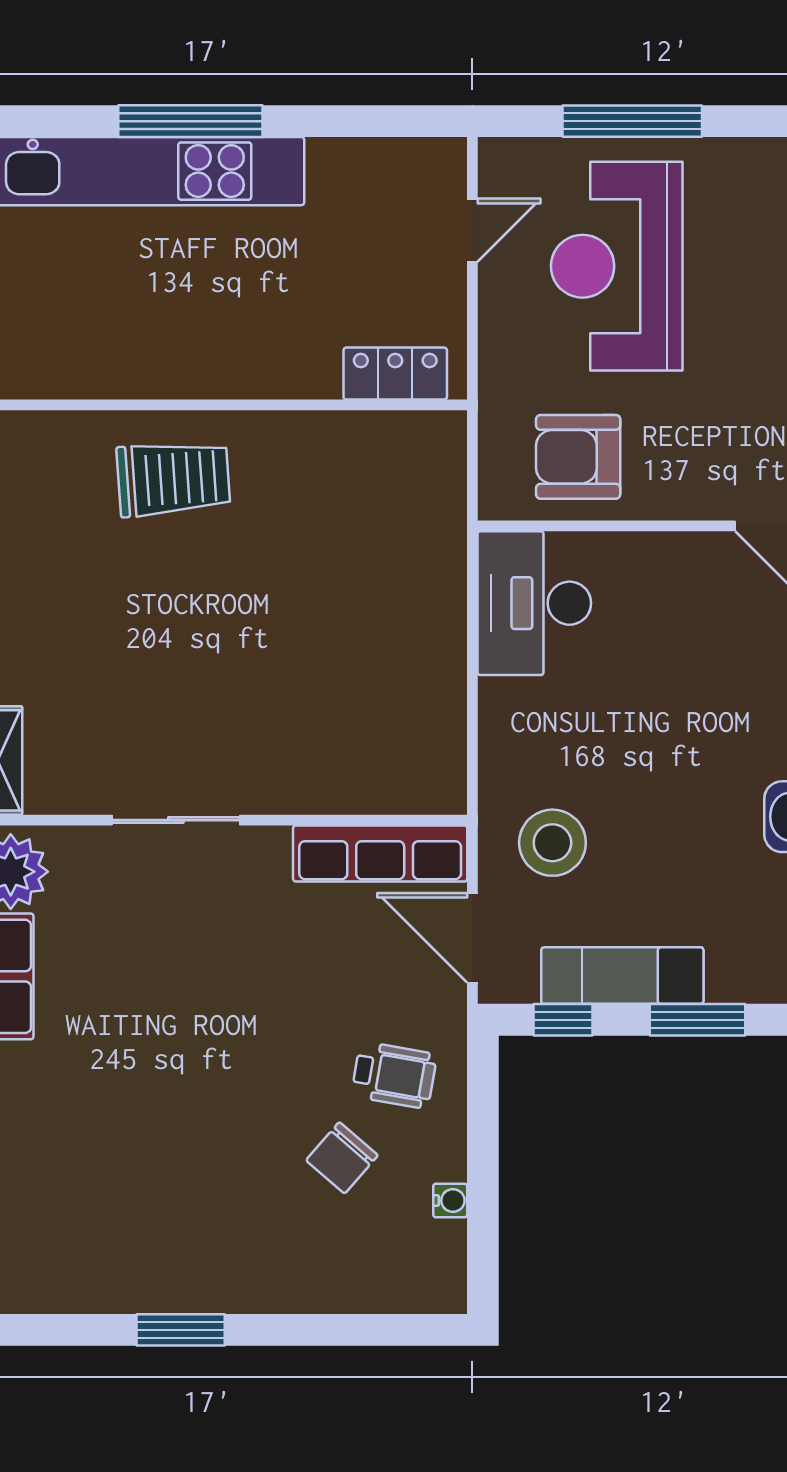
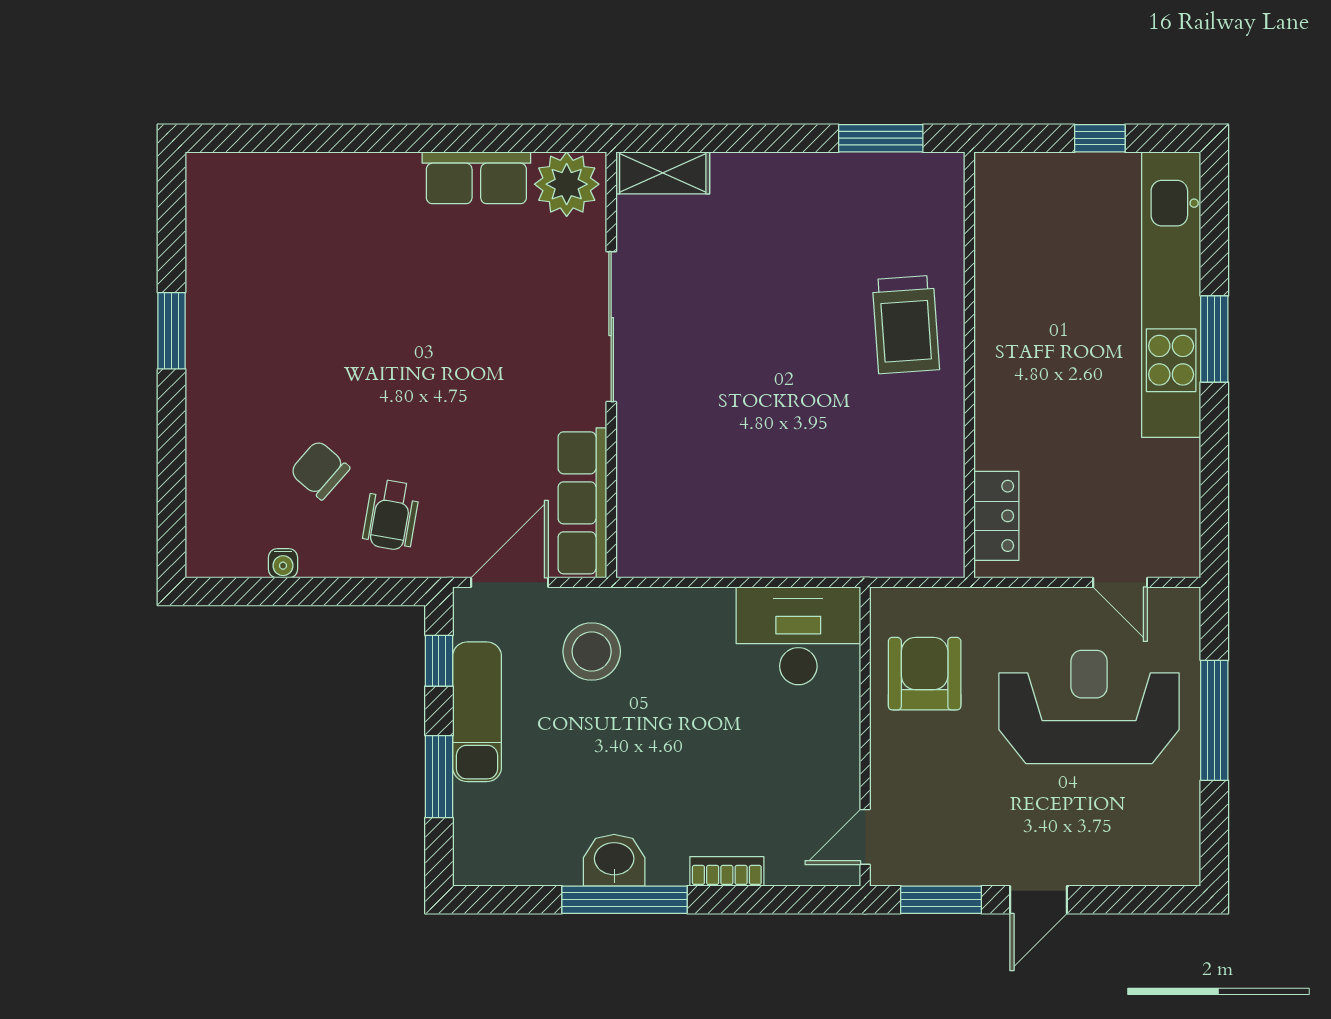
window: (190, 121) -> (1214, 339), width x0.69
sliding door: (176, 820) -> (611, 327), width x1.37

